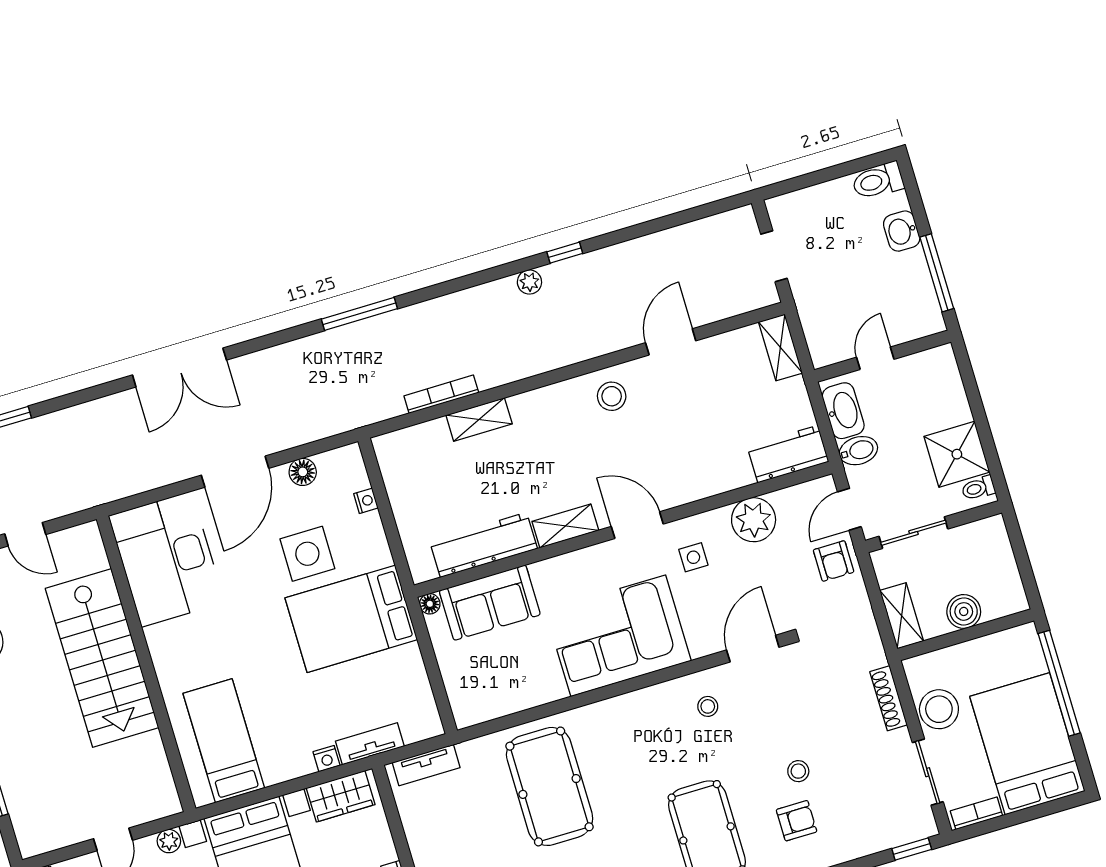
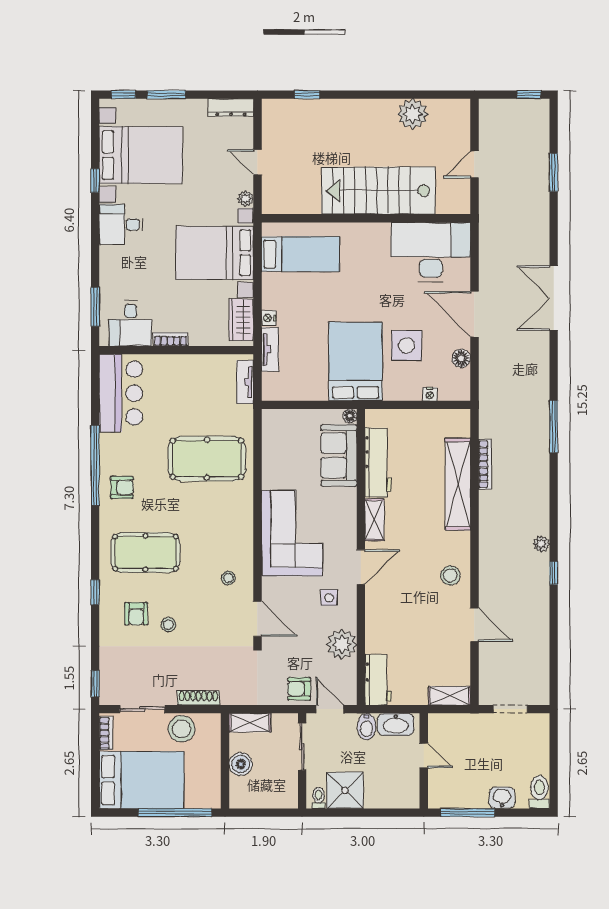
shelving: (479, 420) -> (458, 484), width x2.20, depth x1.33

